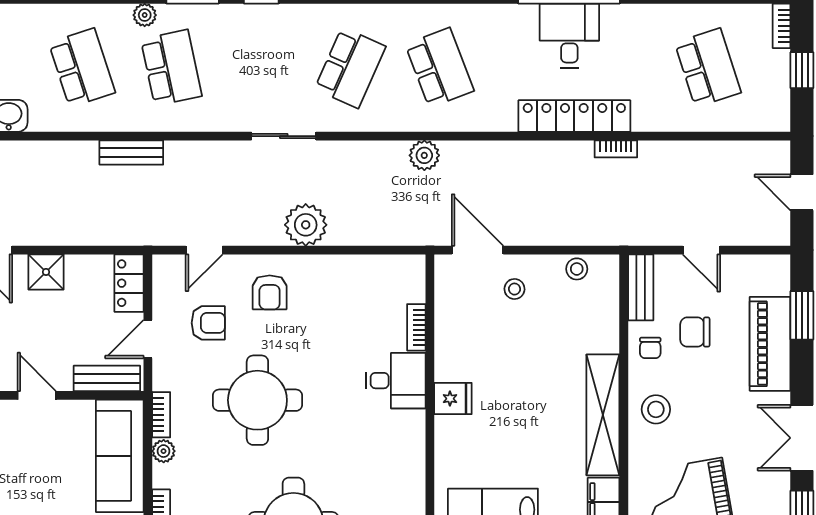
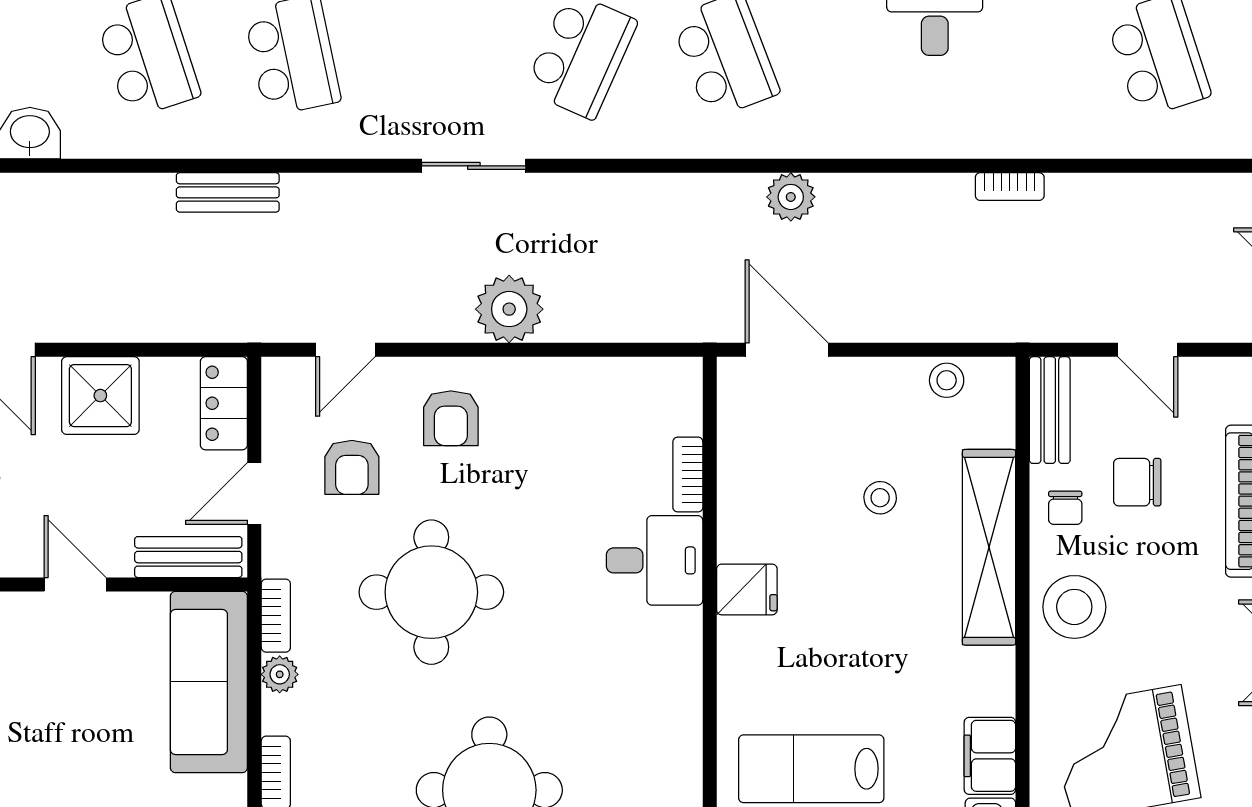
locker: (574, 116) -> (943, 133), removed
plant: (424, 155) -> (791, 197), moved
shower: (46, 272) -> (100, 396), width x1.36, depth x1.36
stool: (514, 289) -> (880, 498), moved
armchair: (208, 323) -> (352, 467), turned 90
stool: (656, 409) -> (1074, 607), width x1.38, depth x1.38
shelving: (603, 415) -> (989, 547), moved

